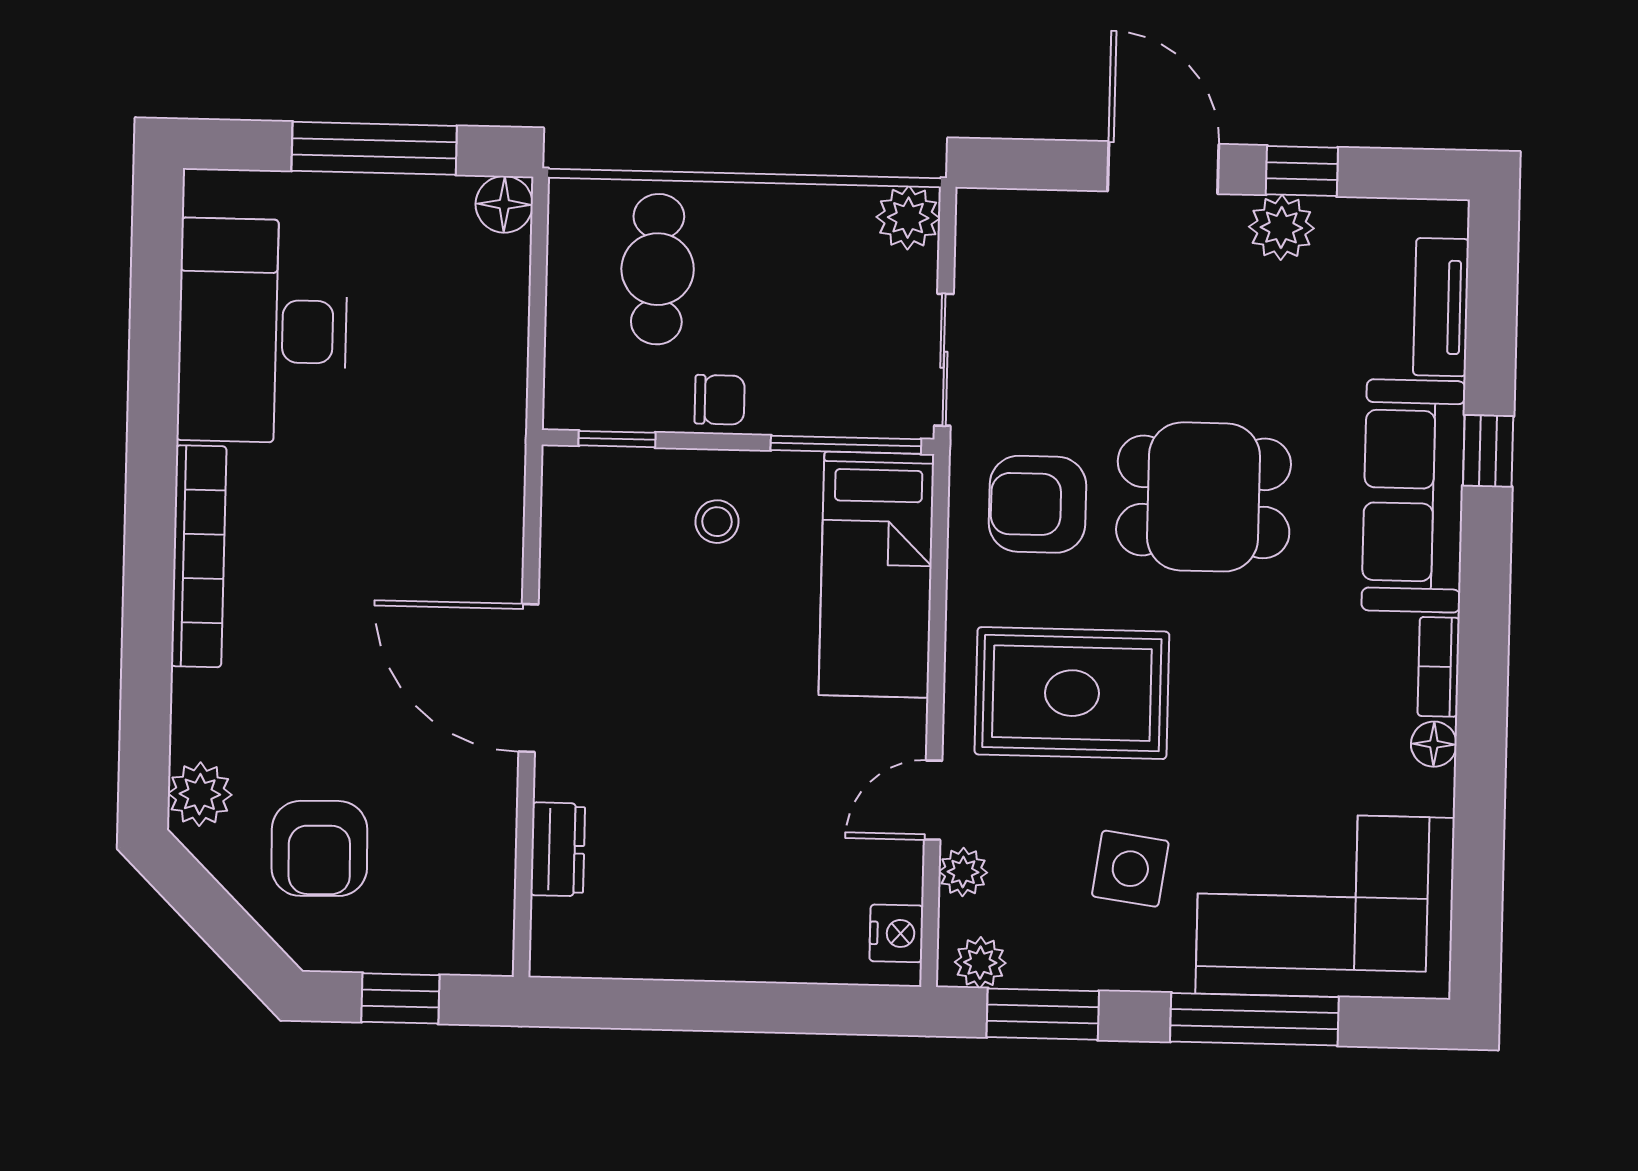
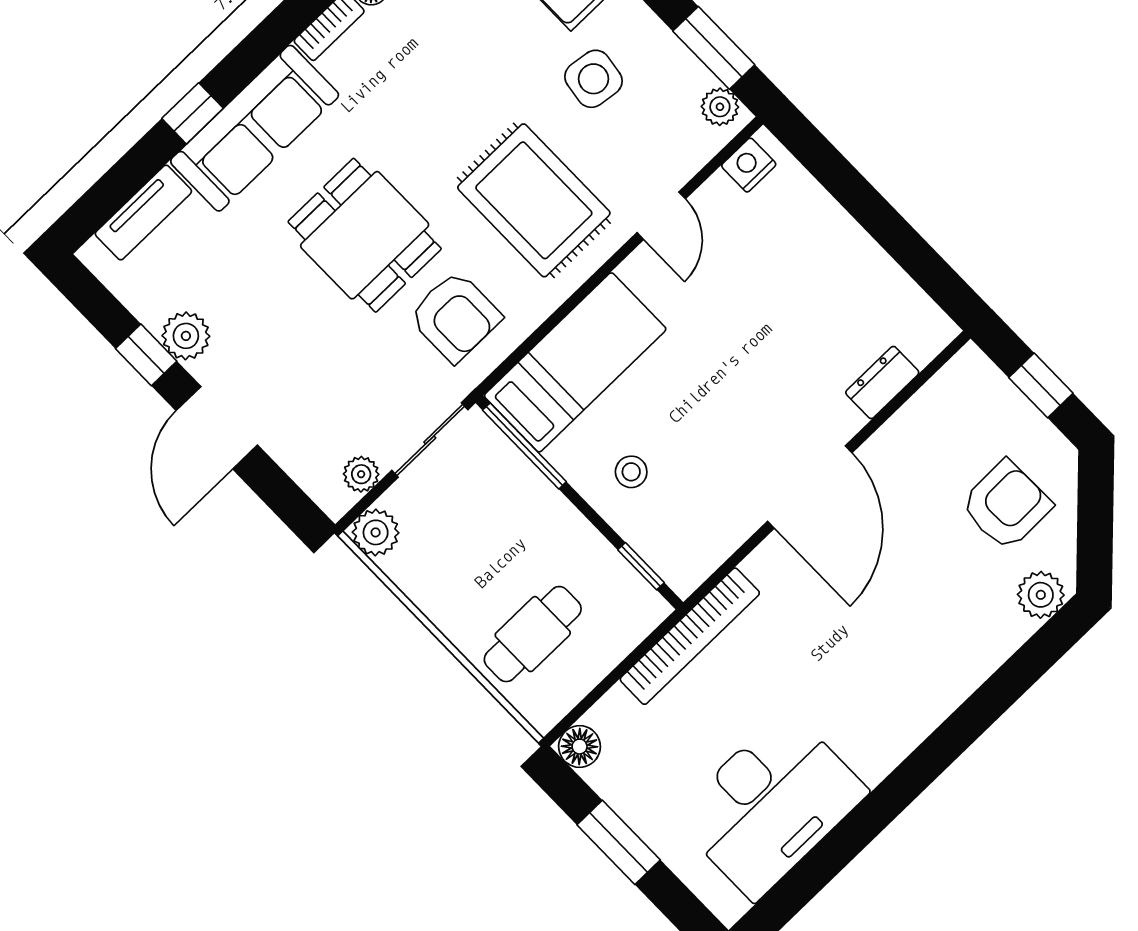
window: (374, 148) -> (619, 842), width x0.69
chair: (720, 400) -> (567, 534), removed
bookcase: (199, 556) -> (690, 636), moved, turned 180
door: (933, 800) -> (661, 216), hinge flipped
plant: (963, 872) -> (361, 474), moved

